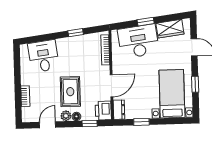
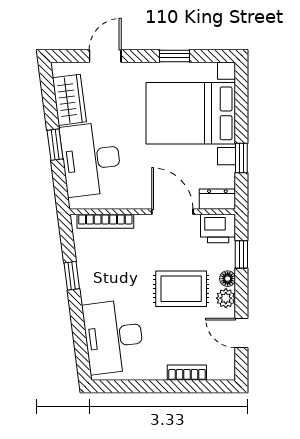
desk: (43, 56) -> (114, 337), width x1.37
bed with nightstands: (172, 94) -> (191, 113), width x1.36

